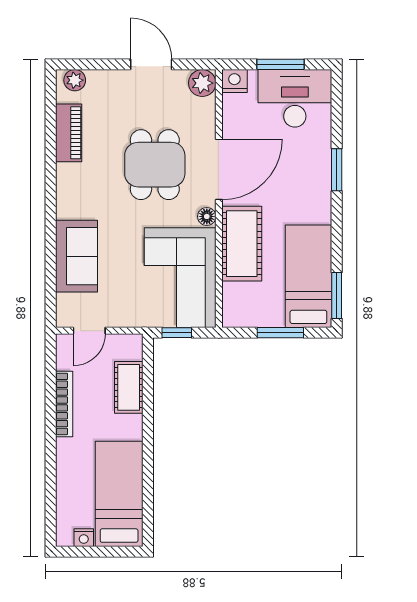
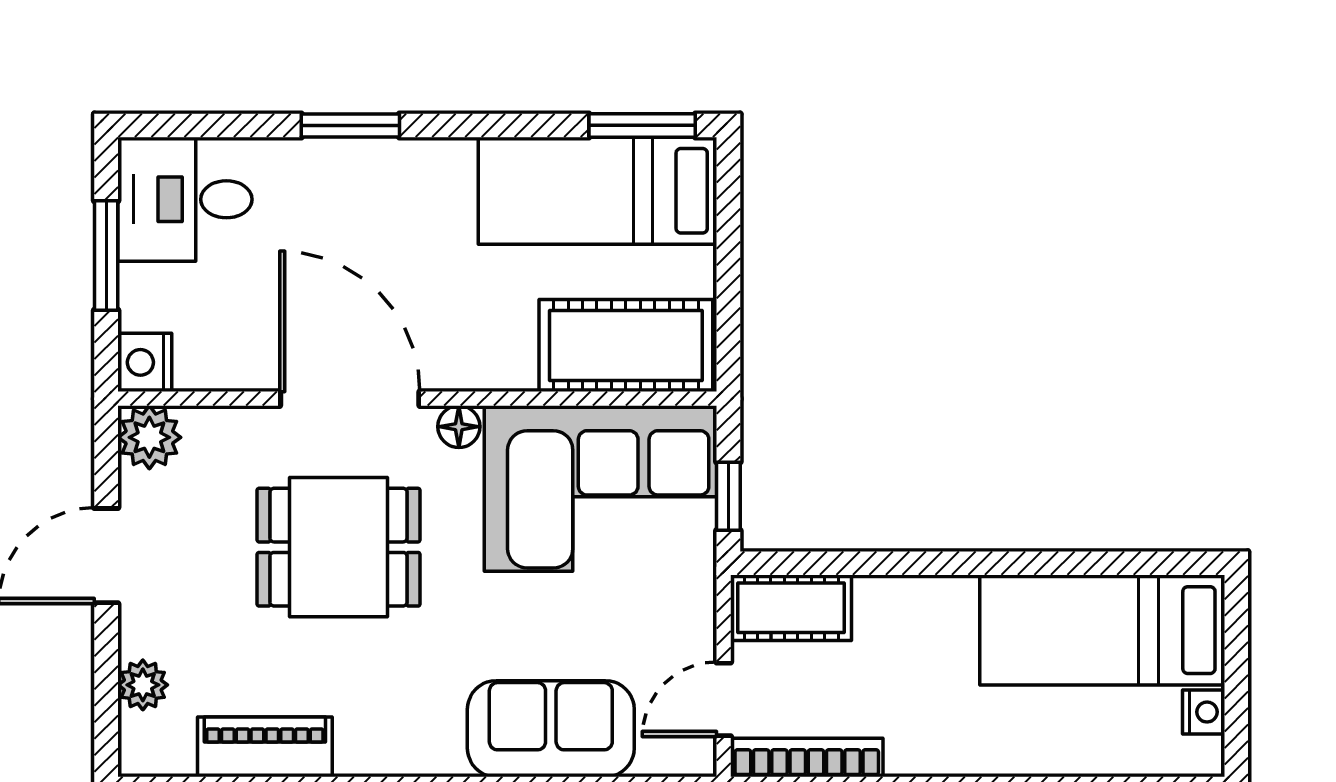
plant: (75, 80) -> (143, 685), moved
desk: (295, 98) -> (185, 199), width x0.73
cot: (242, 244) -> (626, 346), moved
door: (89, 331) -> (724, 699), swing flipped
window: (280, 333) -> (728, 256), removed
cot: (129, 387) -> (791, 608), moved
bookcase: (64, 404) -> (807, 758), moved

